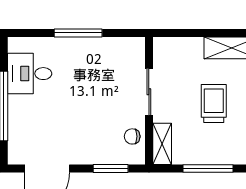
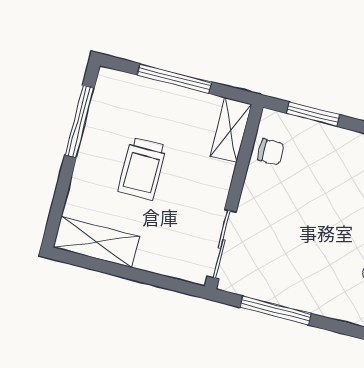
window: (78, 33) -> (276, 310), moved
sliding door: (149, 92) -> (222, 244), moved

